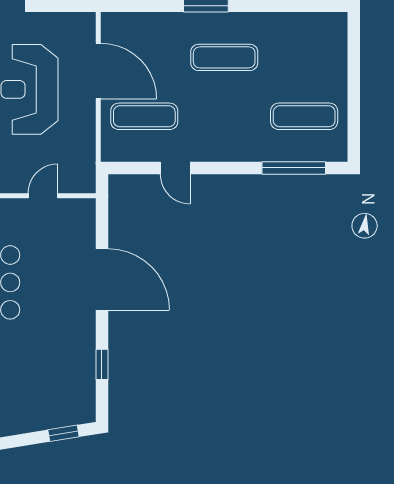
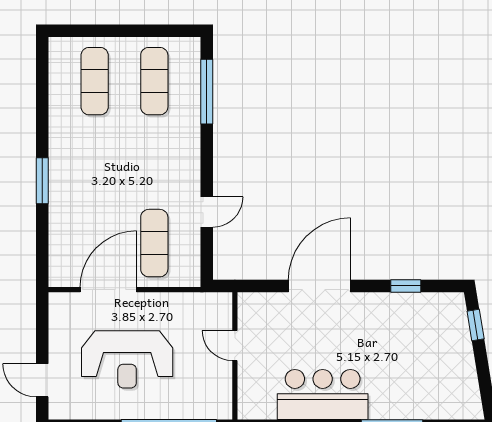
exercise mat: (224, 57) -> (95, 81), moved

